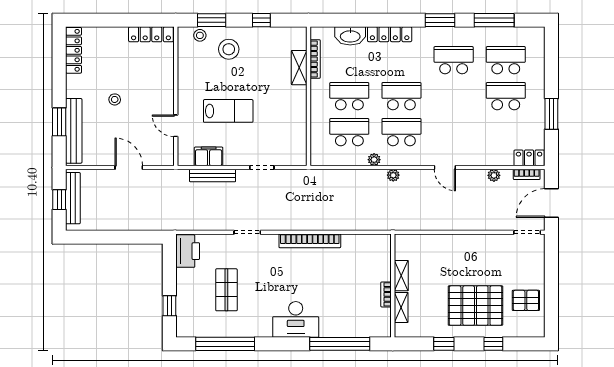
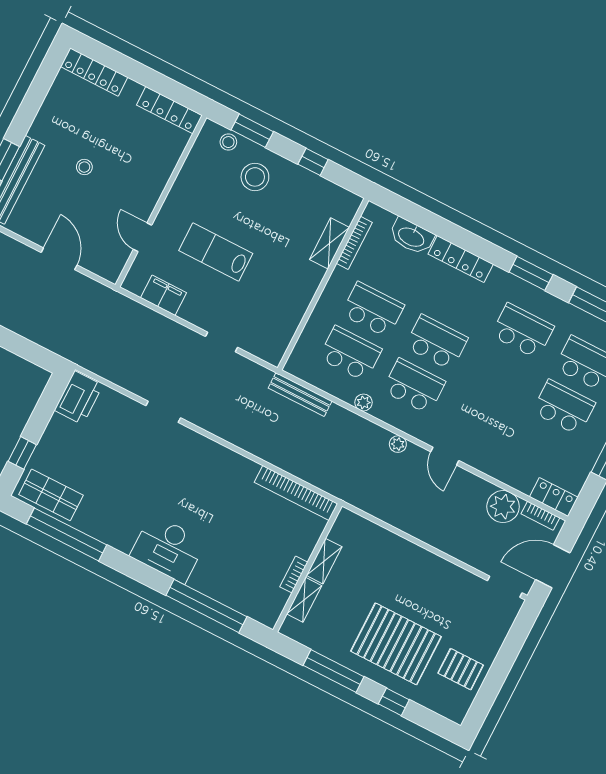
locker: (74, 50) -> (94, 72), moved, turned 90
lab bench: (228, 111) -> (216, 252), turned 180
bench: (213, 175) -> (300, 395), moved
plant: (393, 175) -> (398, 444), moved
plant: (494, 175) -> (503, 507), width x1.88, depth x1.88
bookcase: (310, 241) -> (296, 493), moved
shop shelf: (226, 290) -> (51, 495), moved, turned 90
window: (444, 344) -> (333, 671), width x2.17

